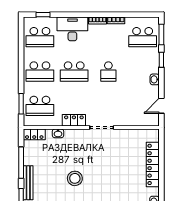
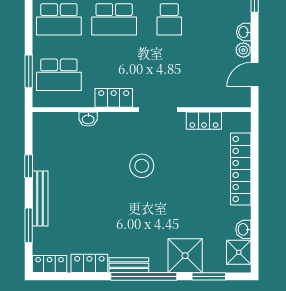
plant: (154, 91) -> (243, 50), added
locker: (34, 134) -> (204, 121), moved
window: (21, 163) -> (29, 166), width x0.46
stool: (75, 178) -> (142, 166), moved

